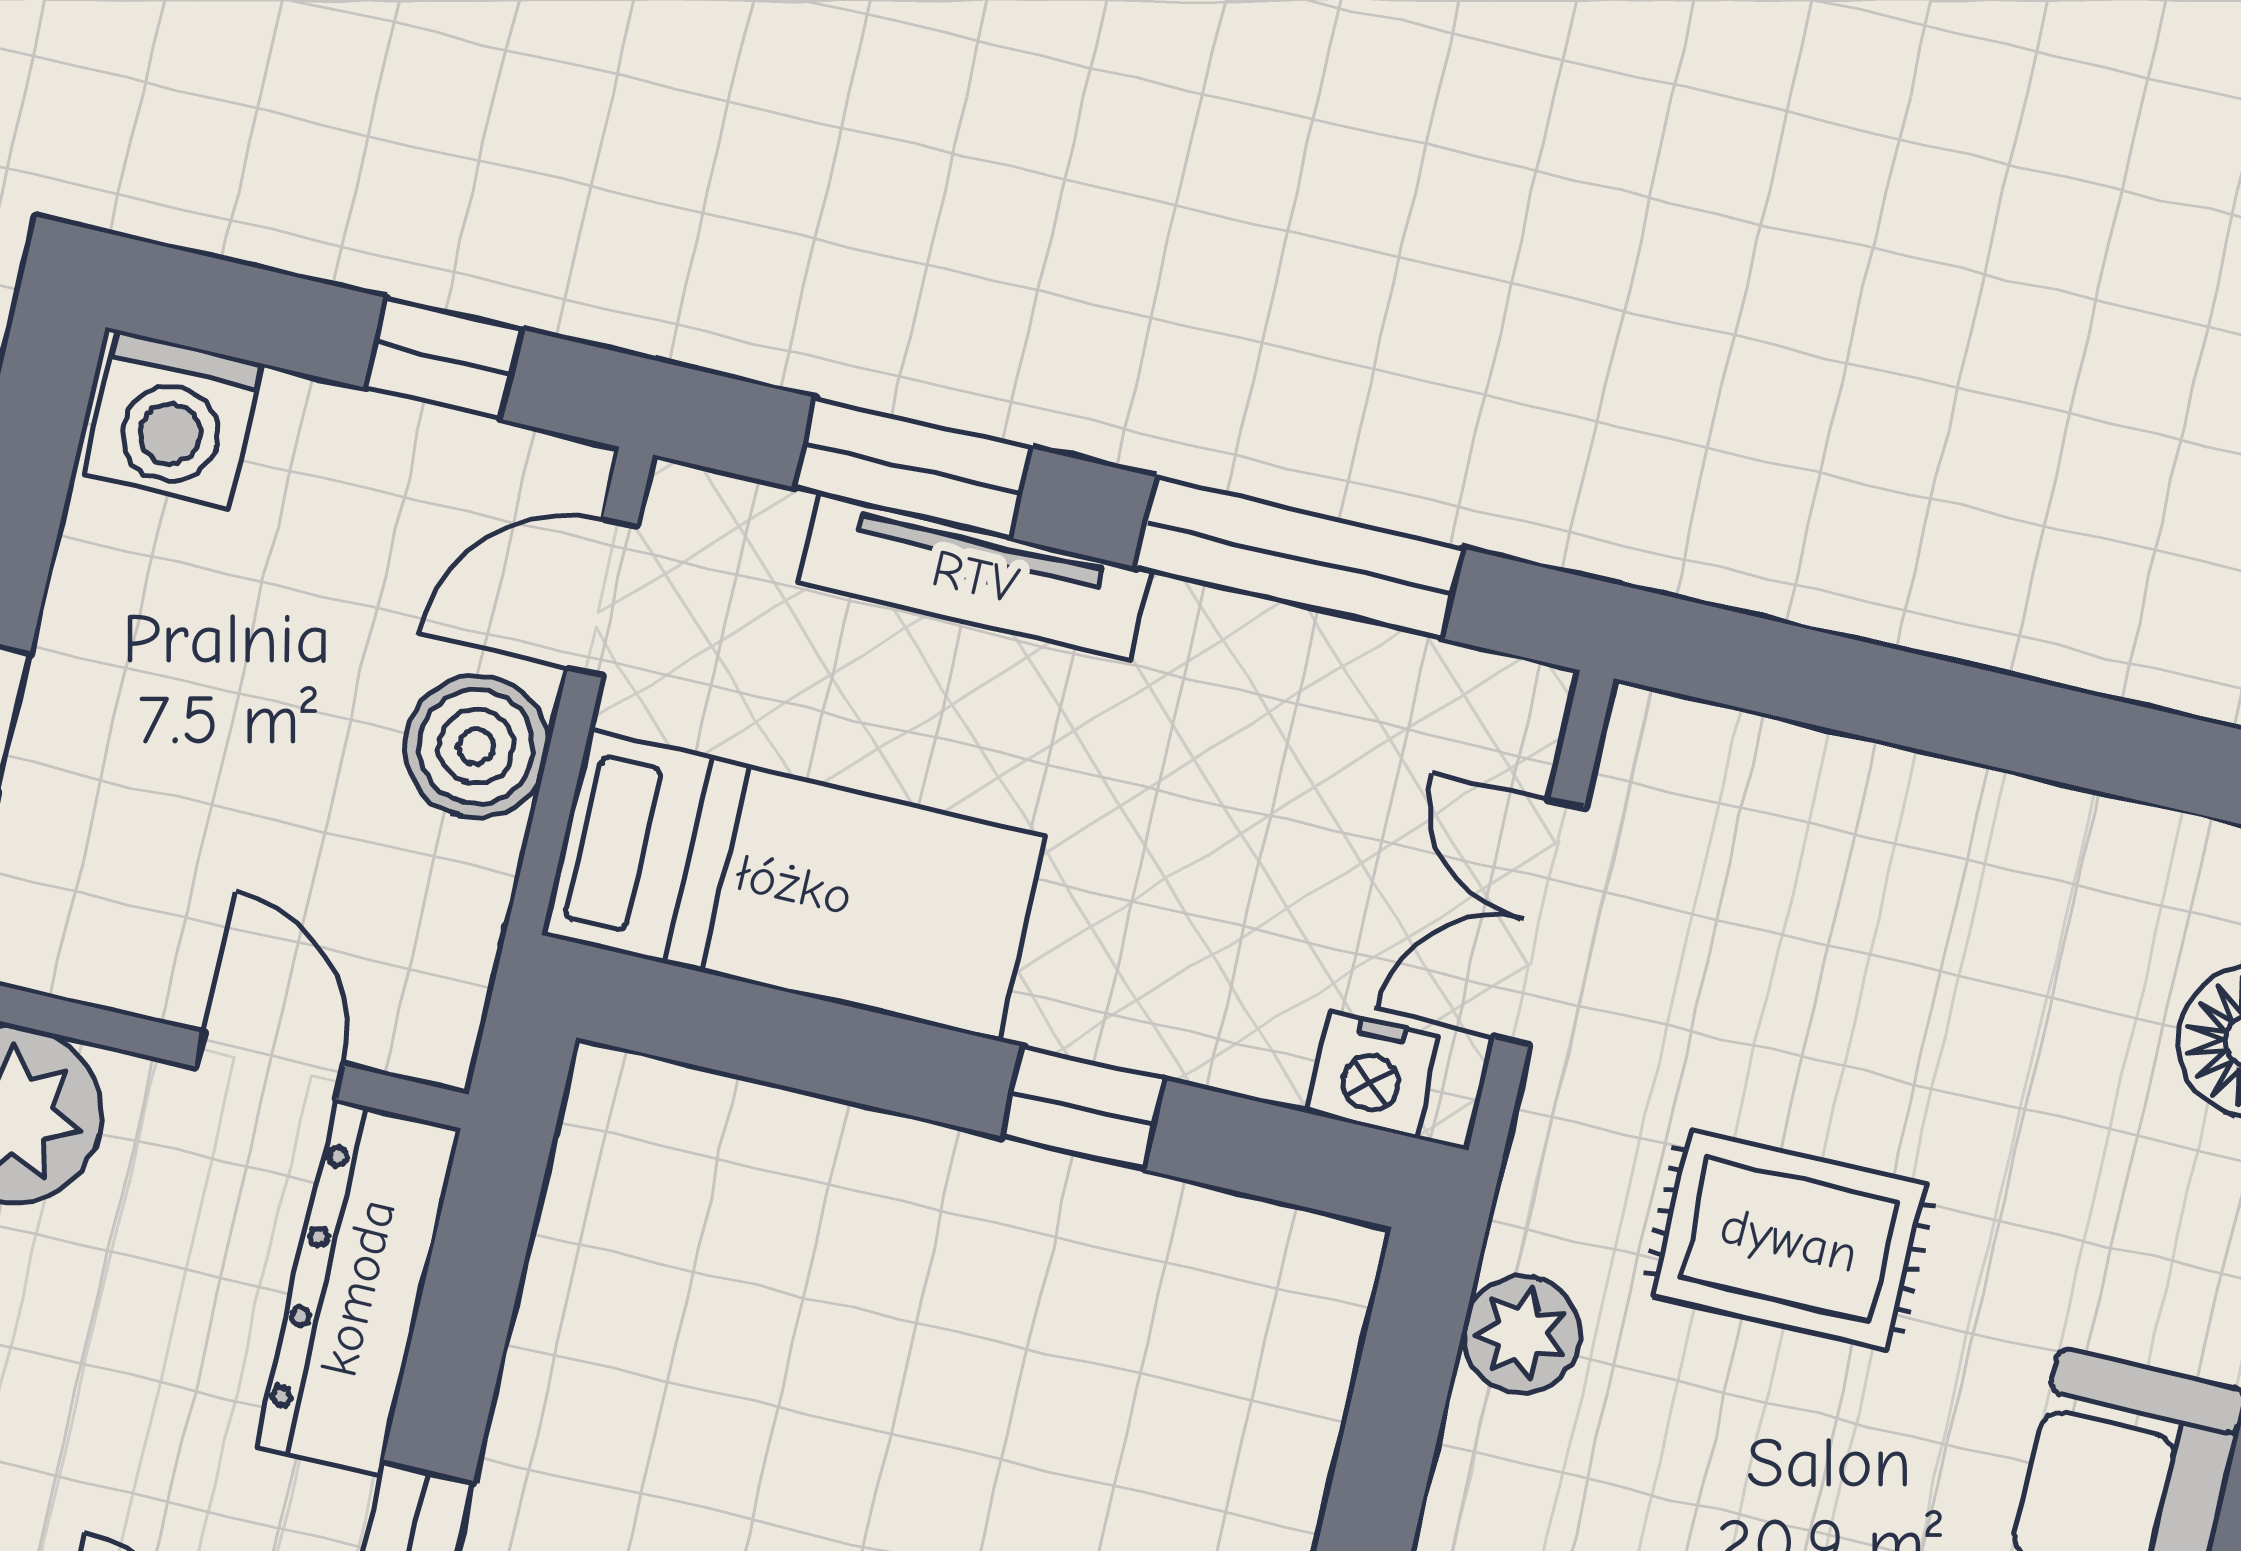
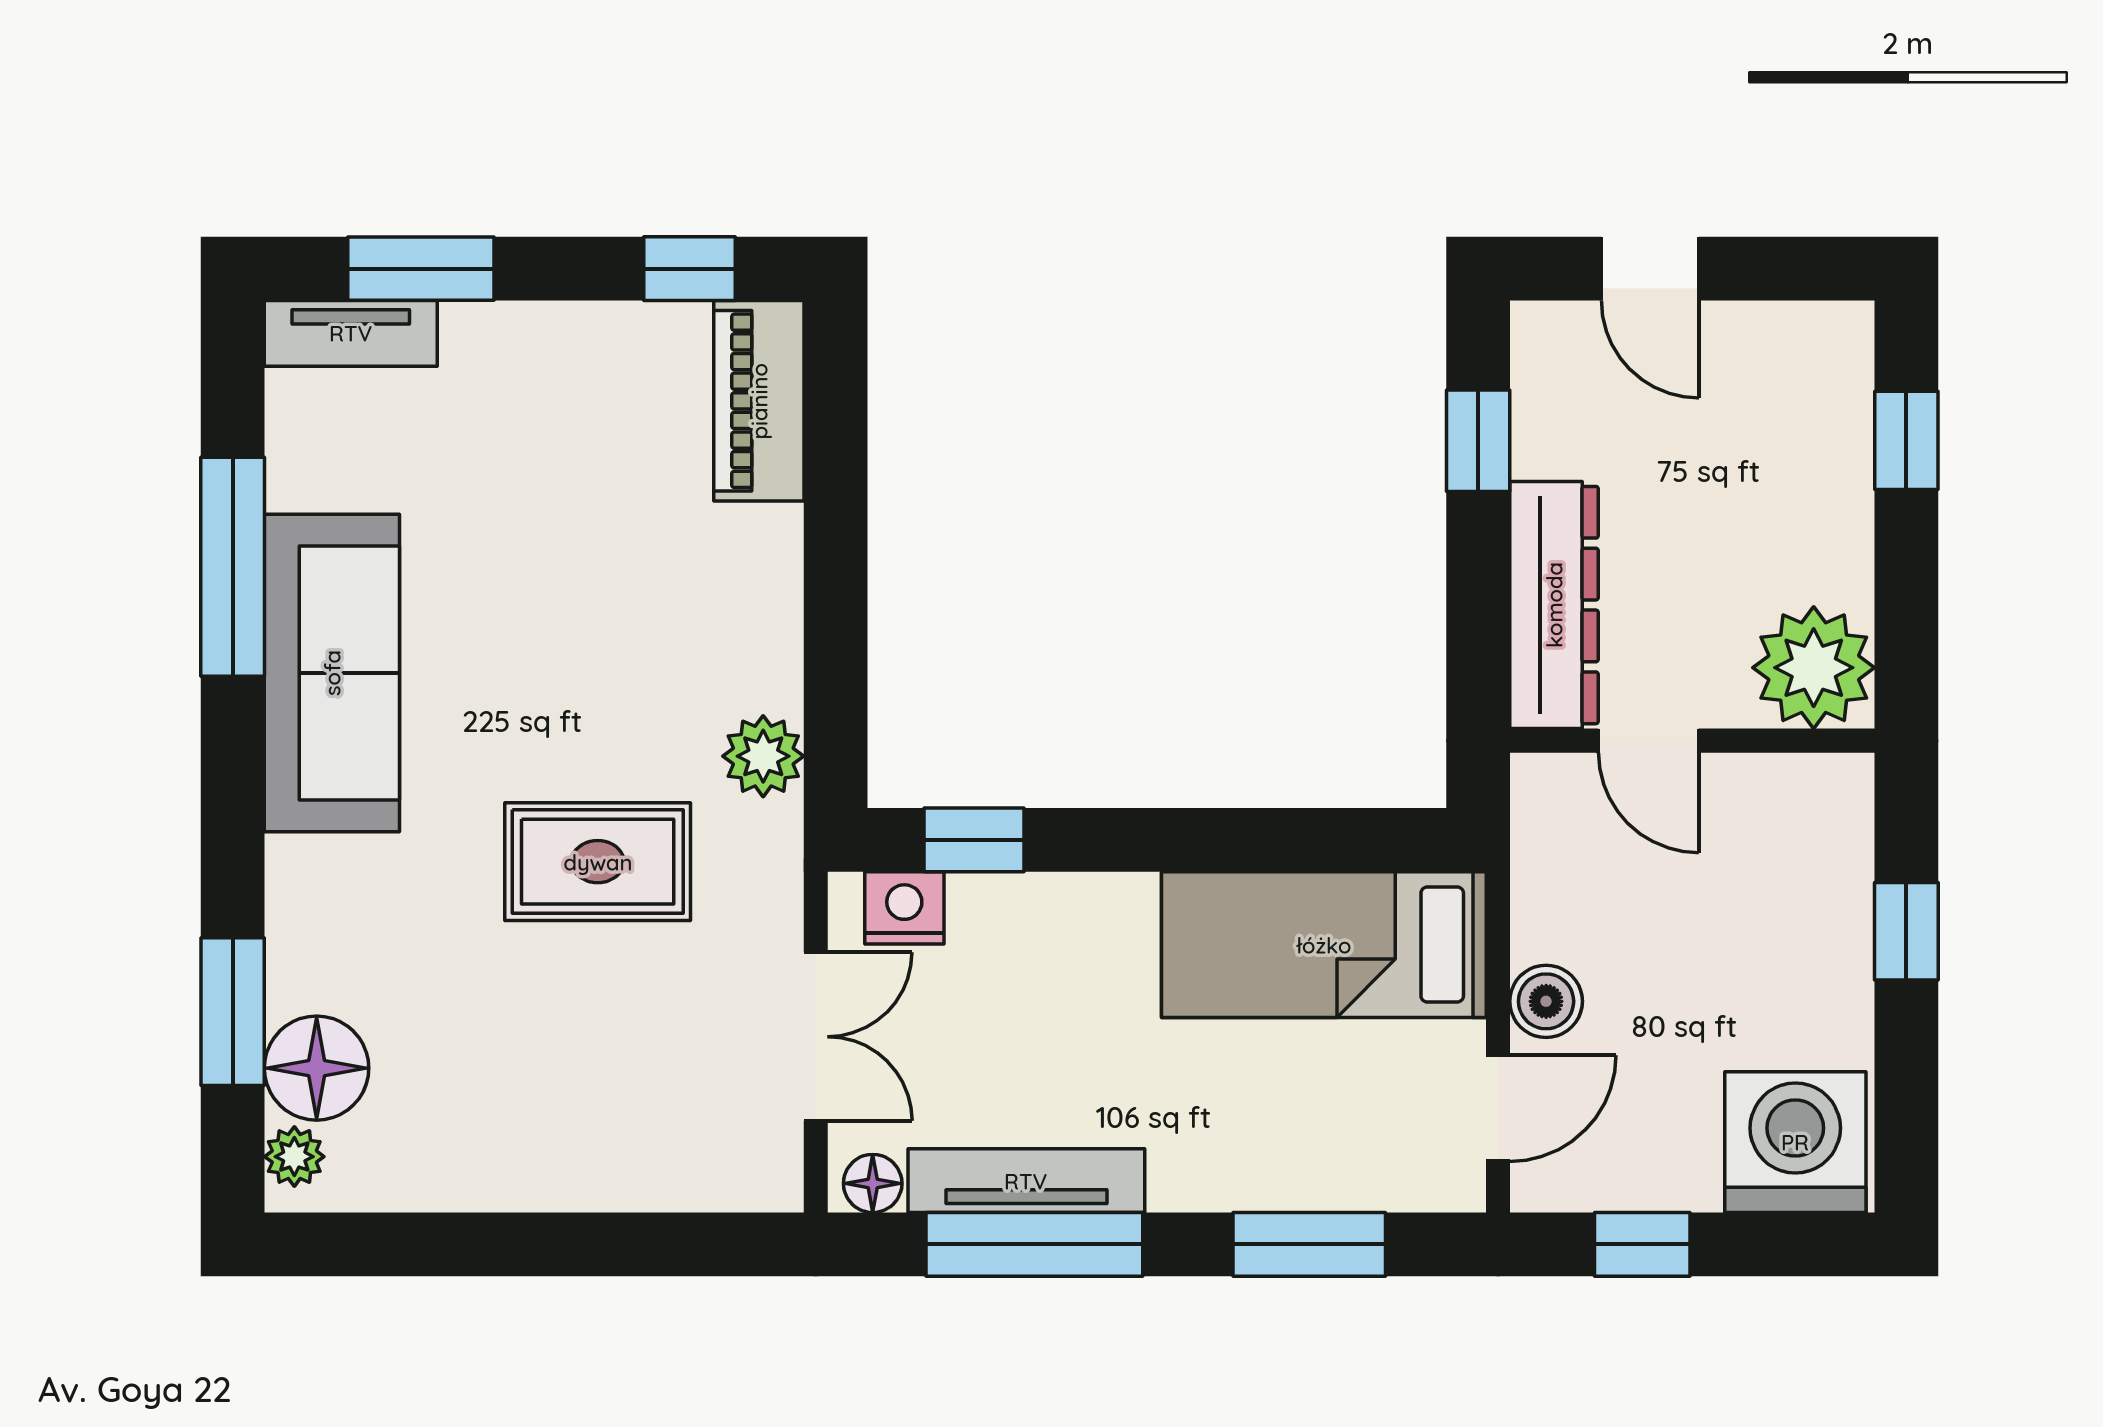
washing machine: (174, 419) -> (1795, 1142), width x1.37, depth x1.37
tv unit: (975, 577) -> (1026, 1181), moved
floor lamp: (1507, 697) -> (873, 1183), added
boiler: (476, 747) -> (1546, 1001), width x0.73, depth x0.73
window: (1083, 1108) -> (974, 840), moved

